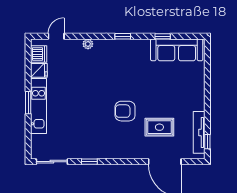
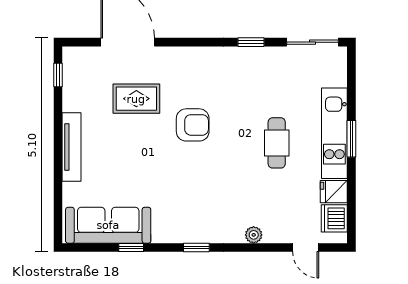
door: (56, 36) -> (306, 248), hinge flipped
cafe table: (74, 100) -> (277, 143), added
tv unit: (199, 132) -> (71, 147), moved

